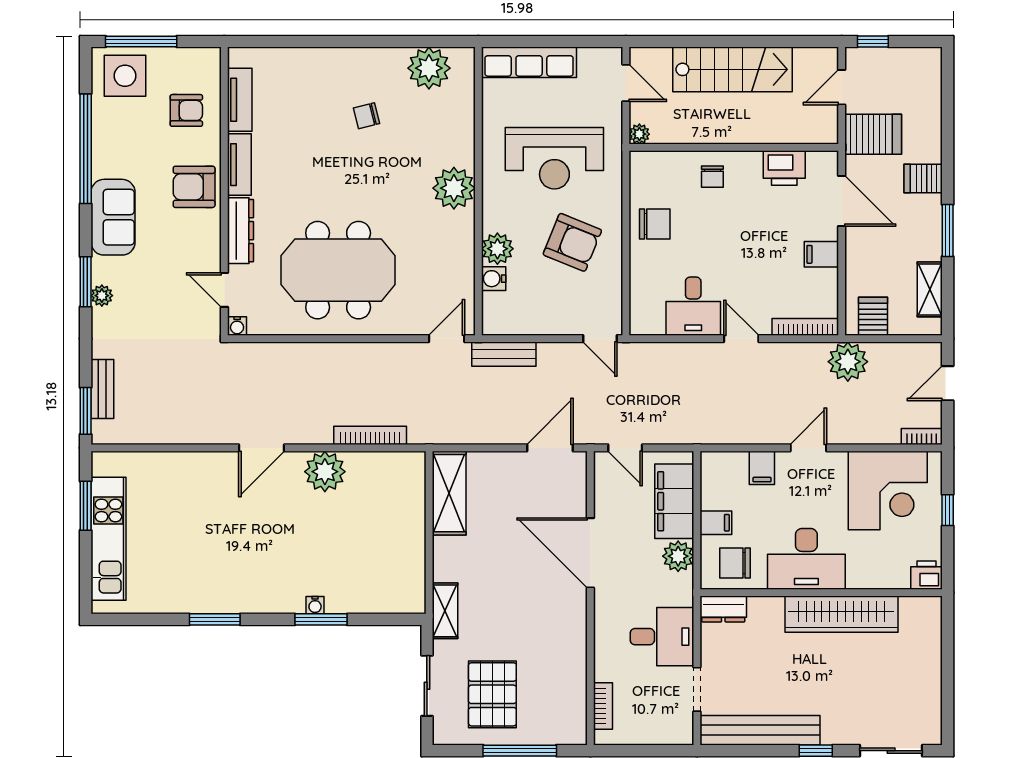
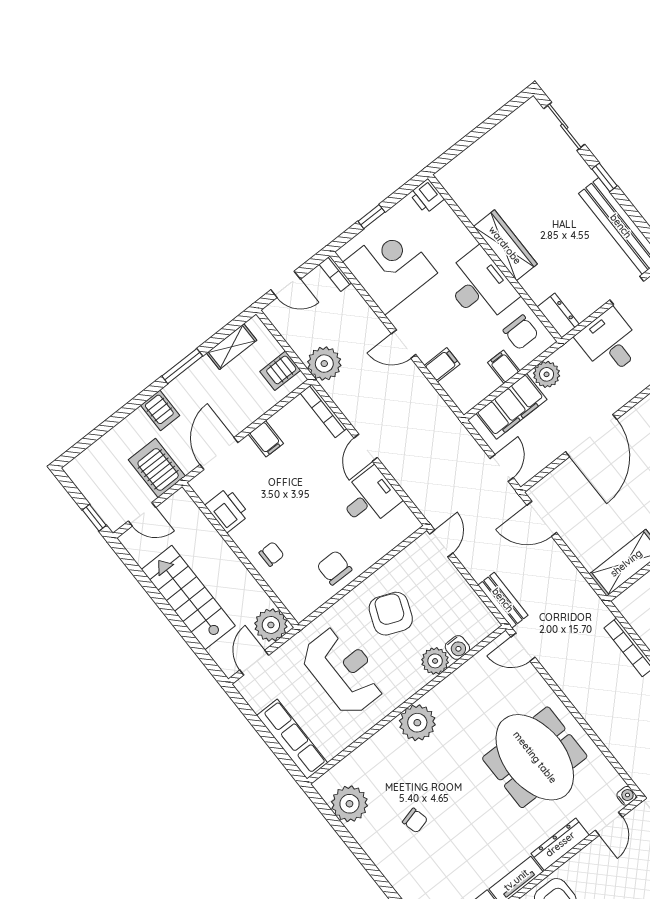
plant: (639, 134) -> (271, 625), width x1.87, depth x1.87
wardrobe: (841, 614) -> (505, 245), width x0.71, depth x0.85

